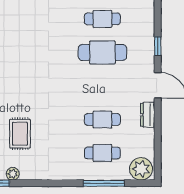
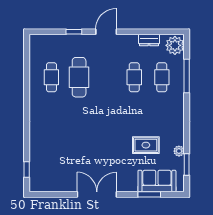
dresser: (148, 115) -> (149, 40), moved

